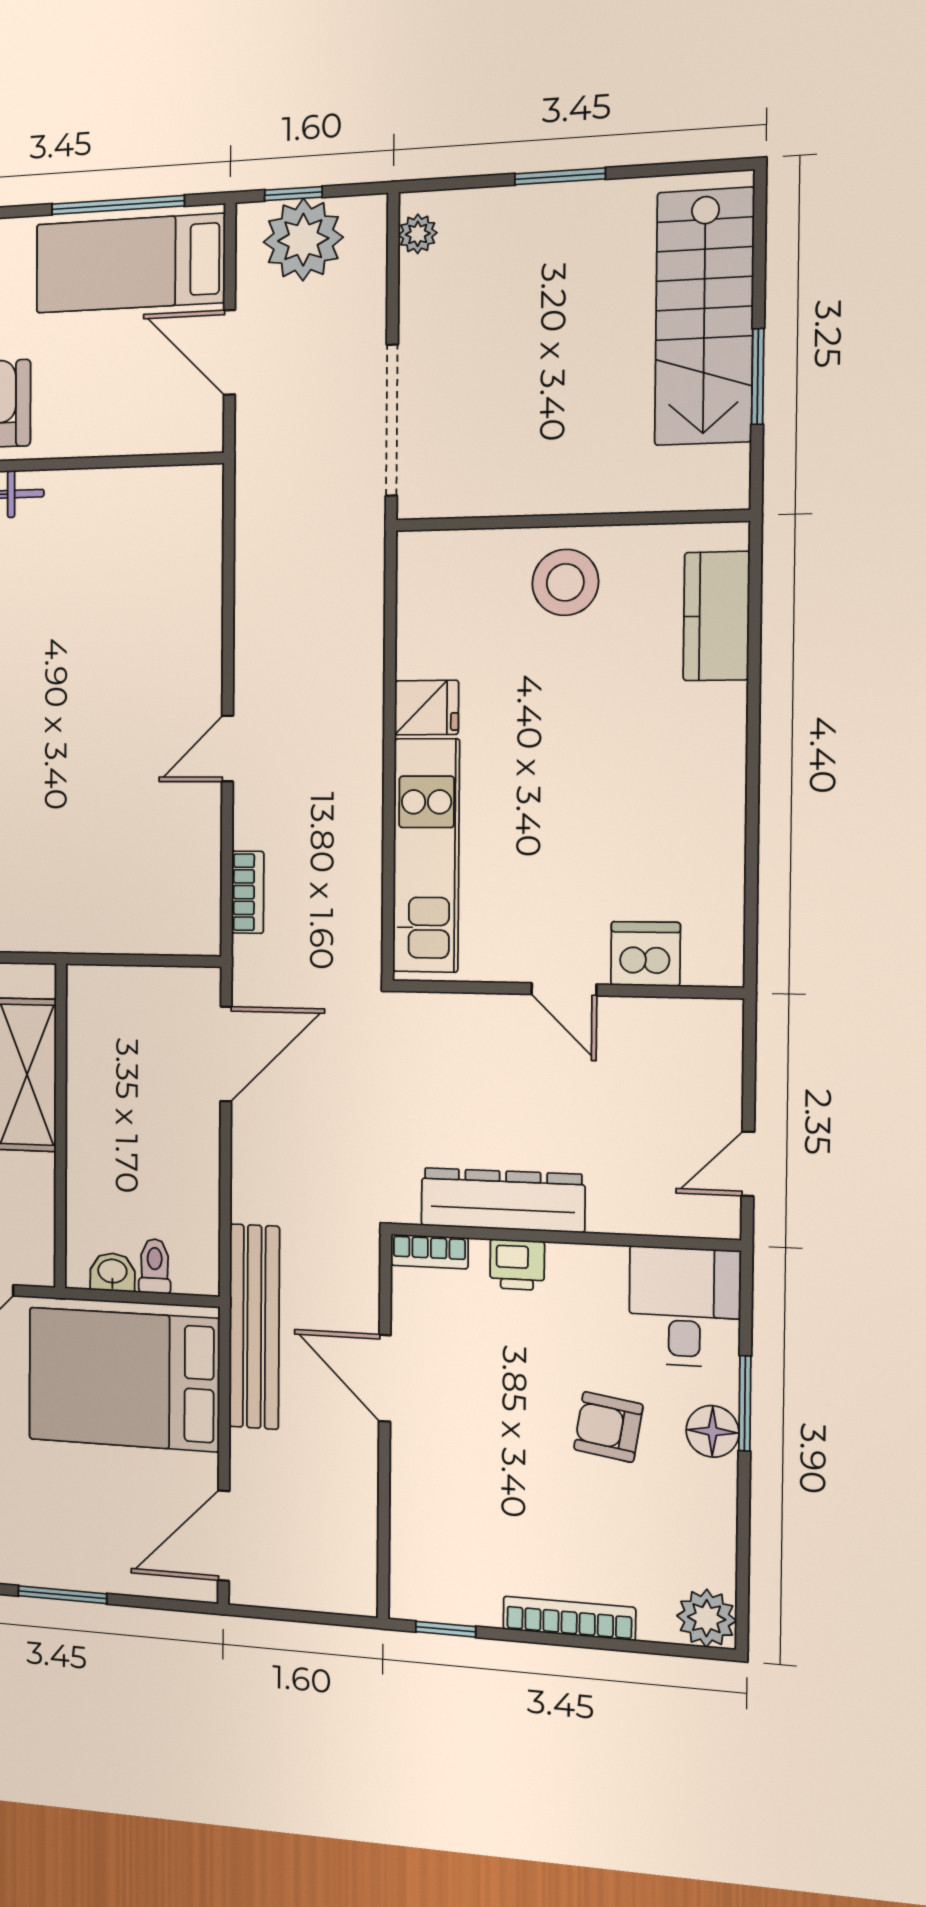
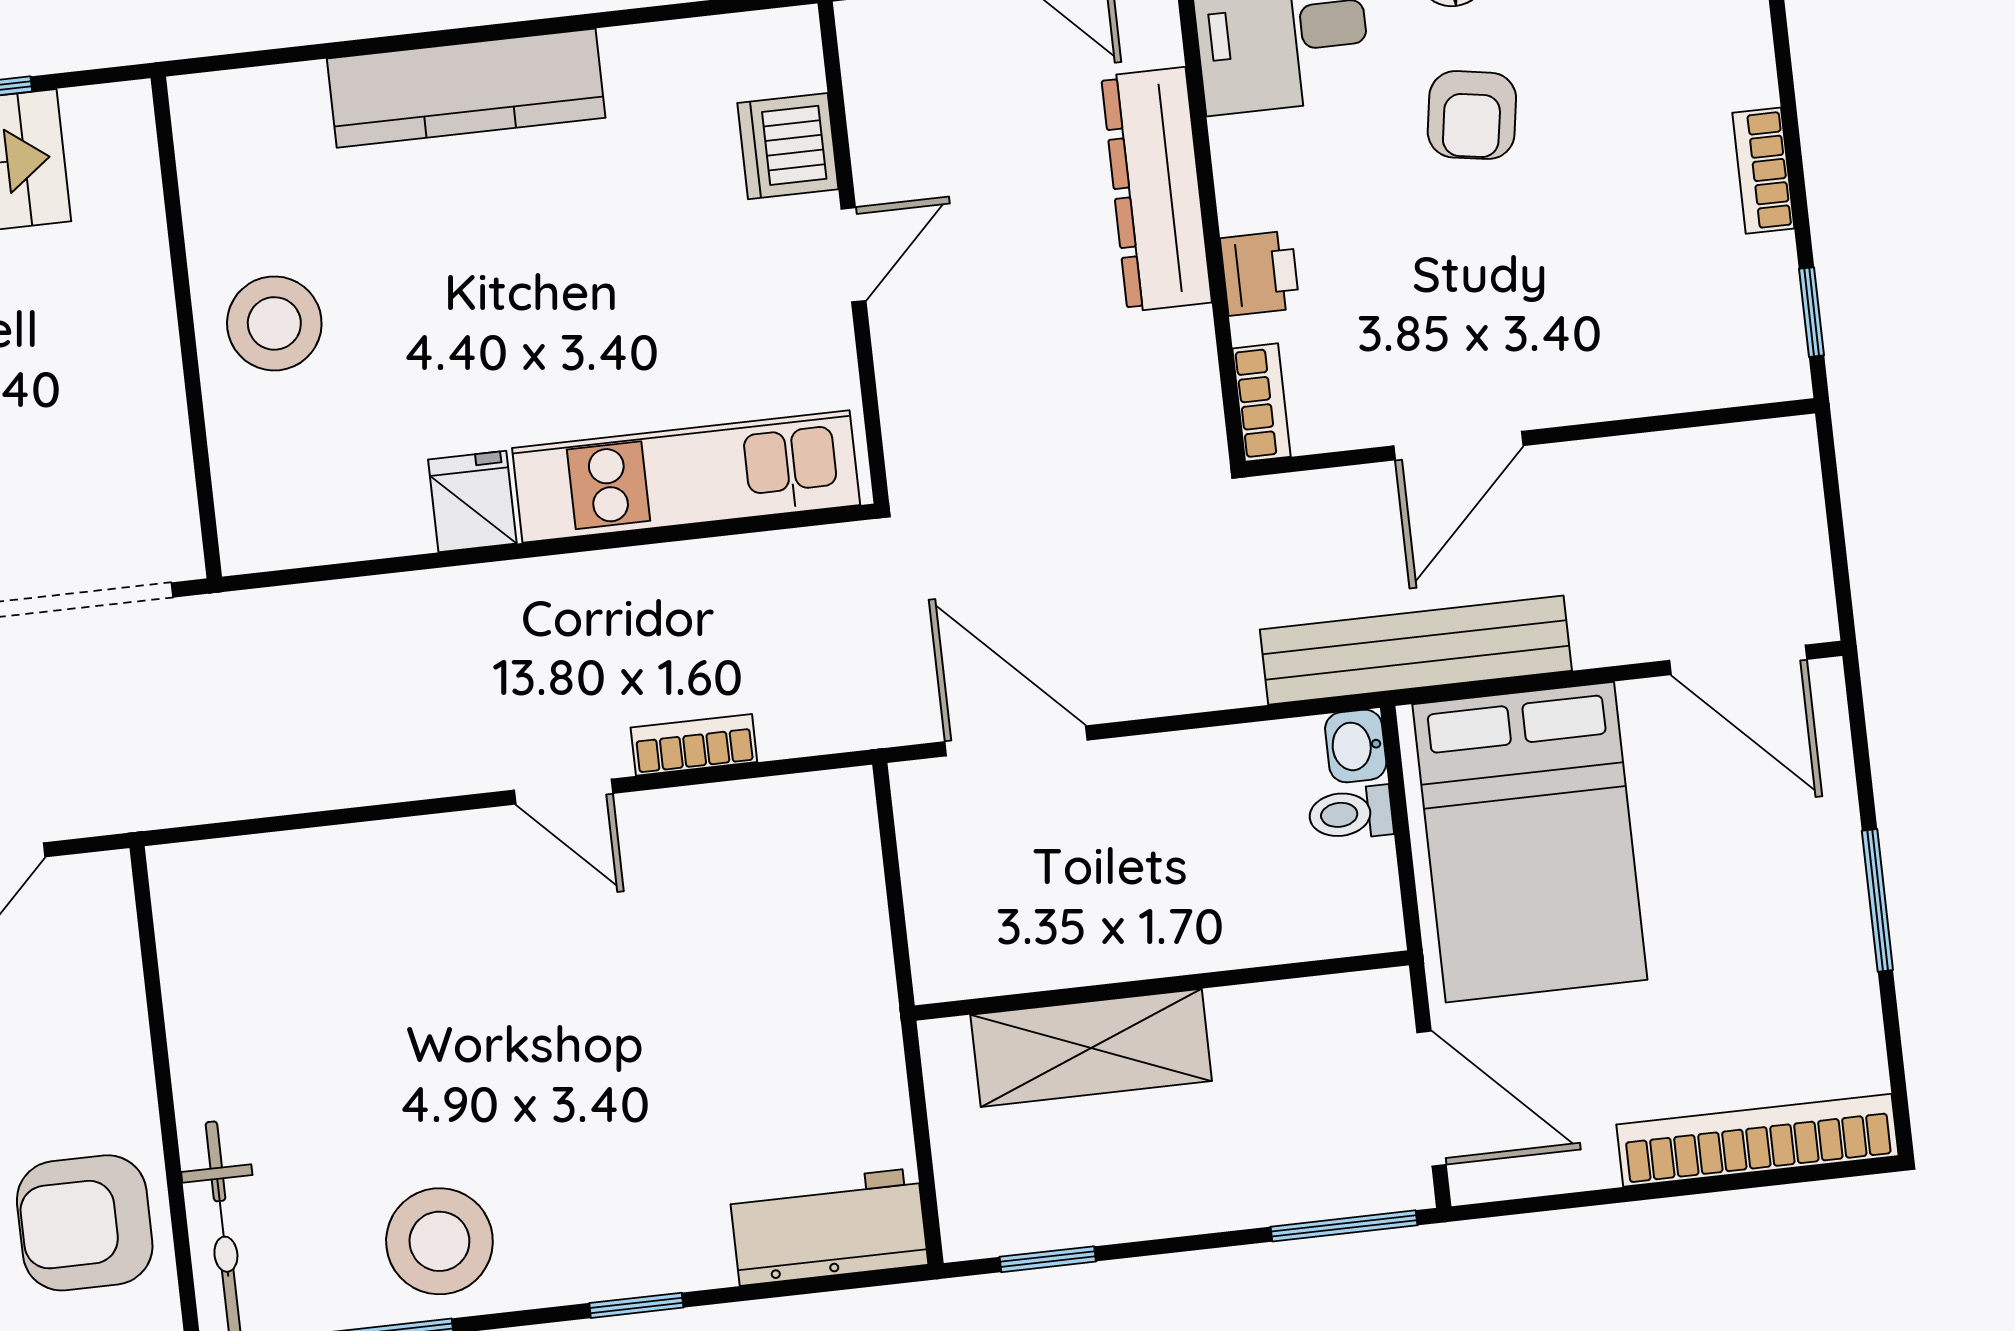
kitchen counter: (716, 616) -> (466, 88), moved, width x1.50
bookcase: (248, 892) -> (694, 745), moved
dresser: (503, 1200) -> (1156, 189), moved
washbasin: (112, 1272) -> (1356, 746), moved
bookcase: (569, 1618) -> (1763, 171), width x0.64

